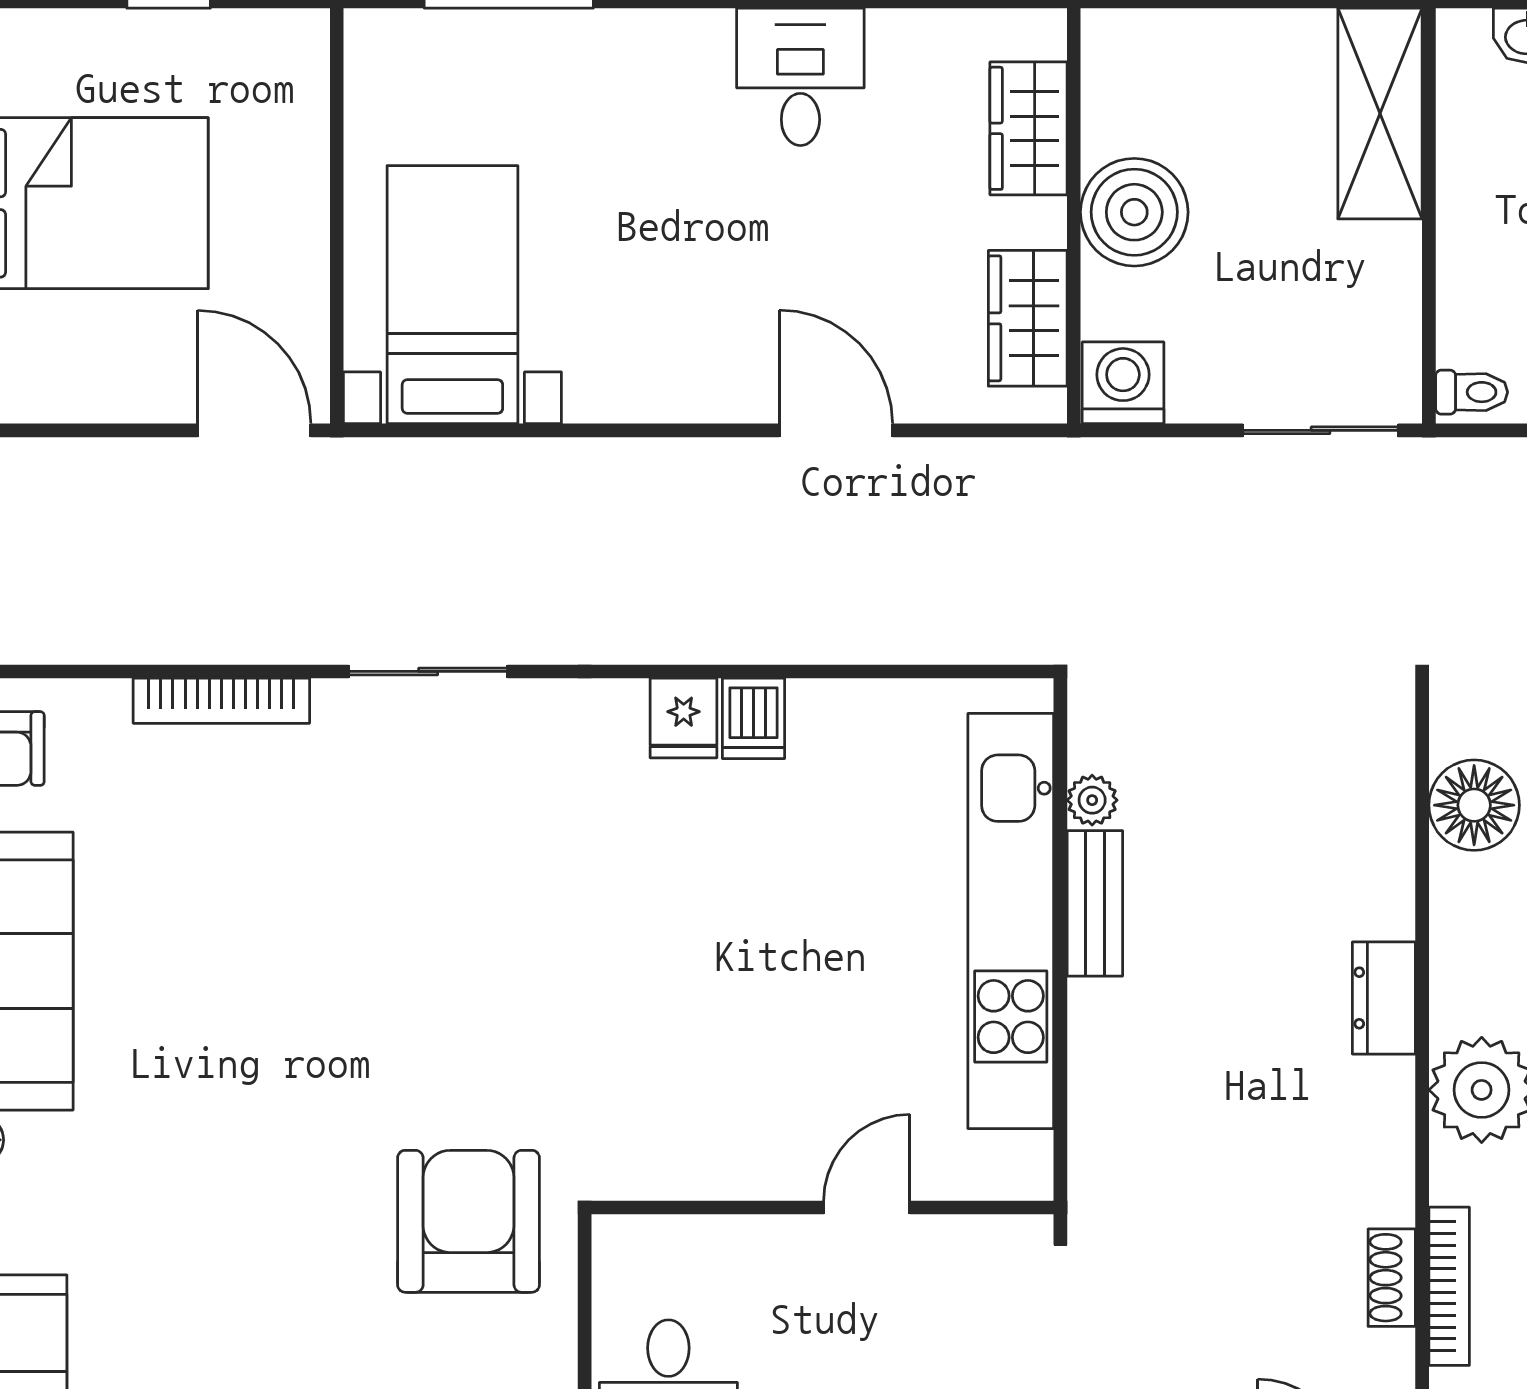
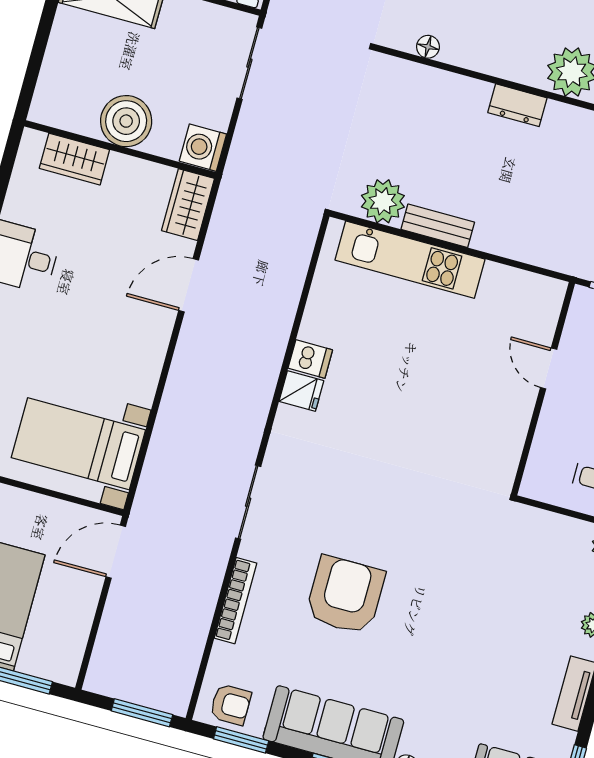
wardrobe: (1028, 318) -> (188, 205), moved, turned 90
plant: (1092, 800) -> (383, 201), width x1.87, depth x1.87
floor lamp: (1474, 805) -> (428, 47), width x0.53, depth x0.53
kitchen unit: (1011, 921) -> (410, 260), width x0.73
armchair: (469, 1221) -> (345, 595), moved, turned 90

